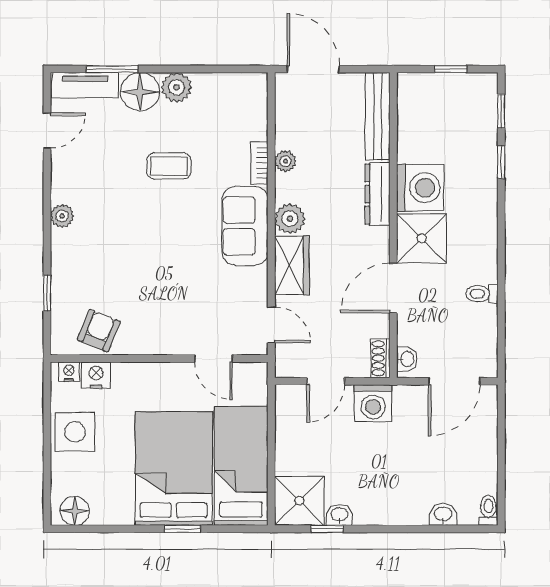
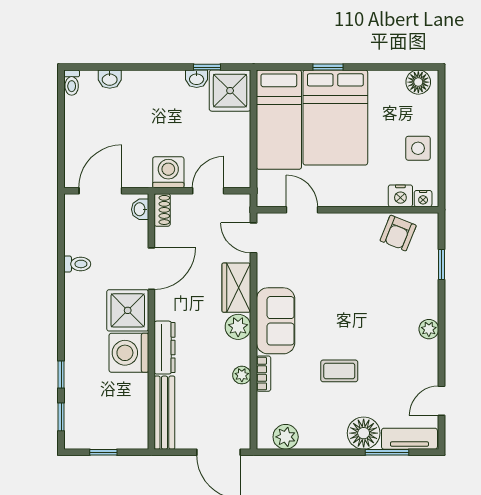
plant: (177, 87) -> (286, 437), moved
side table: (75, 432) -> (418, 148), width x0.73, depth x0.73

